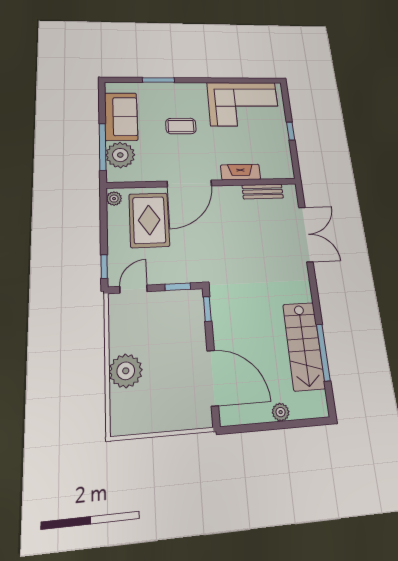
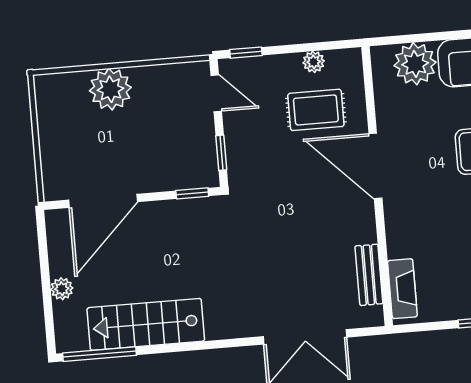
window: (103, 147) -> (427, 37), removed
fireplace: (241, 172) -> (402, 289), moved
plant: (114, 199) -> (314, 62), moved
rug: (149, 220) -> (316, 110), width x0.73, depth x0.70
window: (323, 352) -> (100, 354), moved

